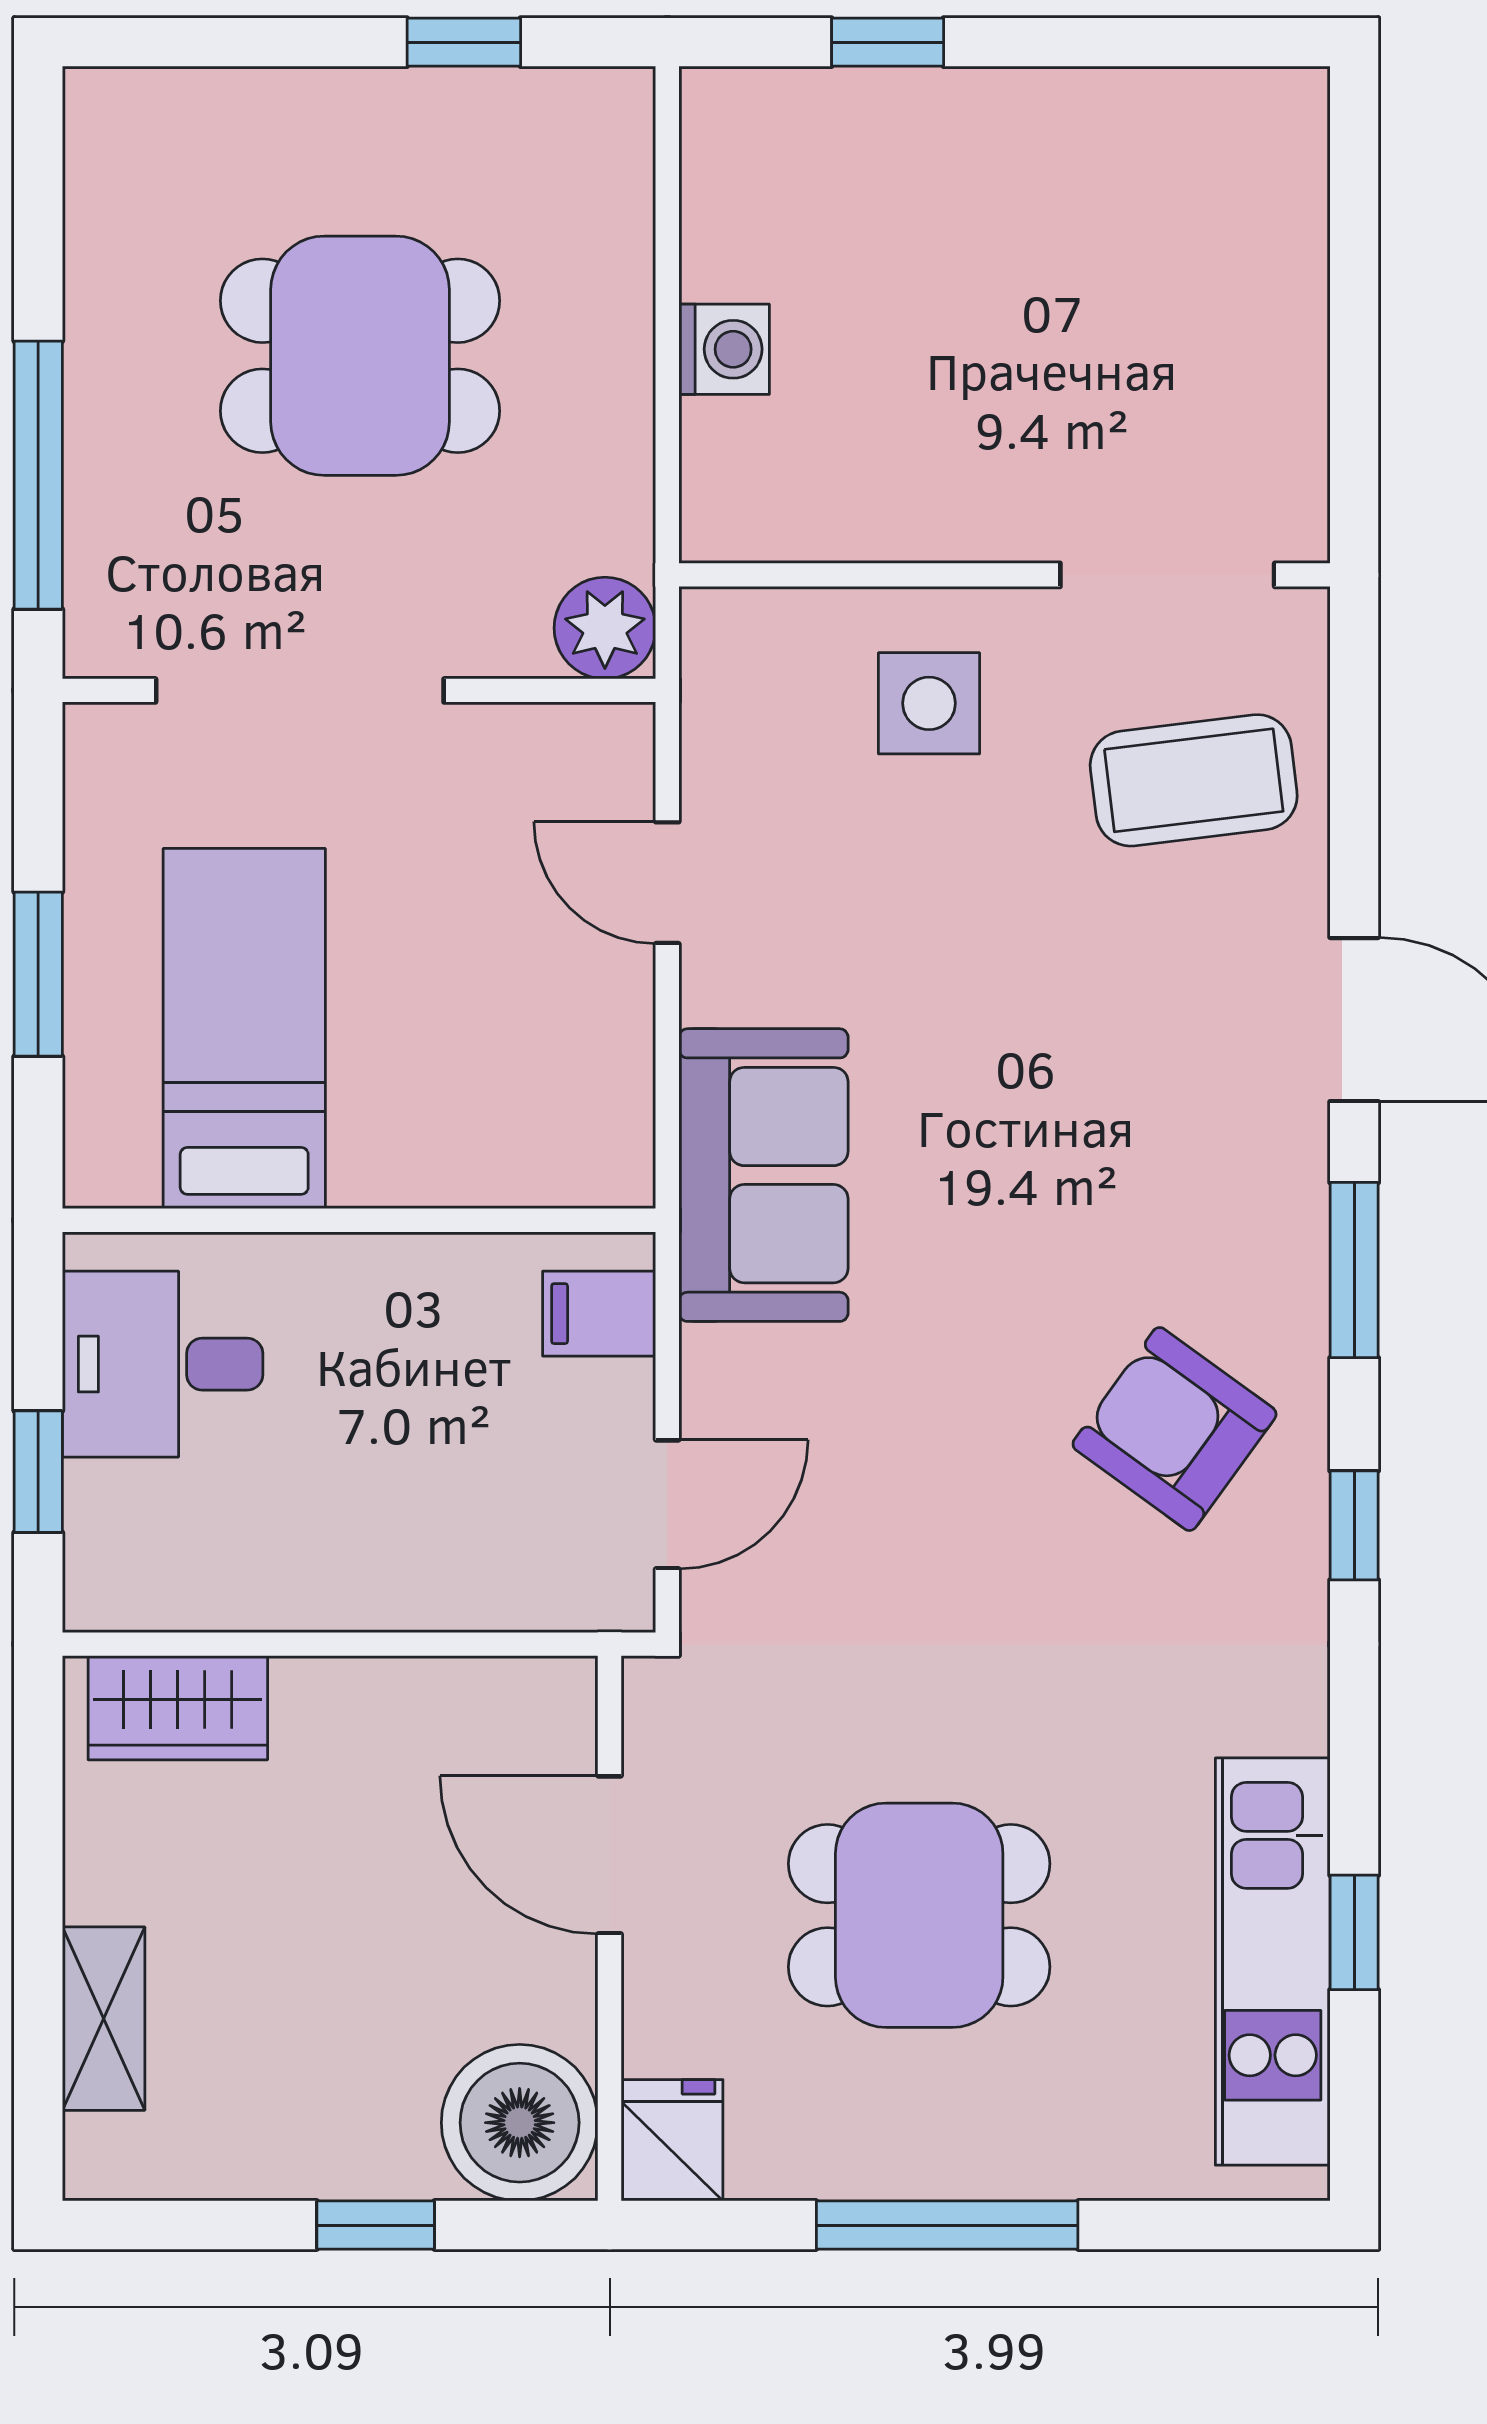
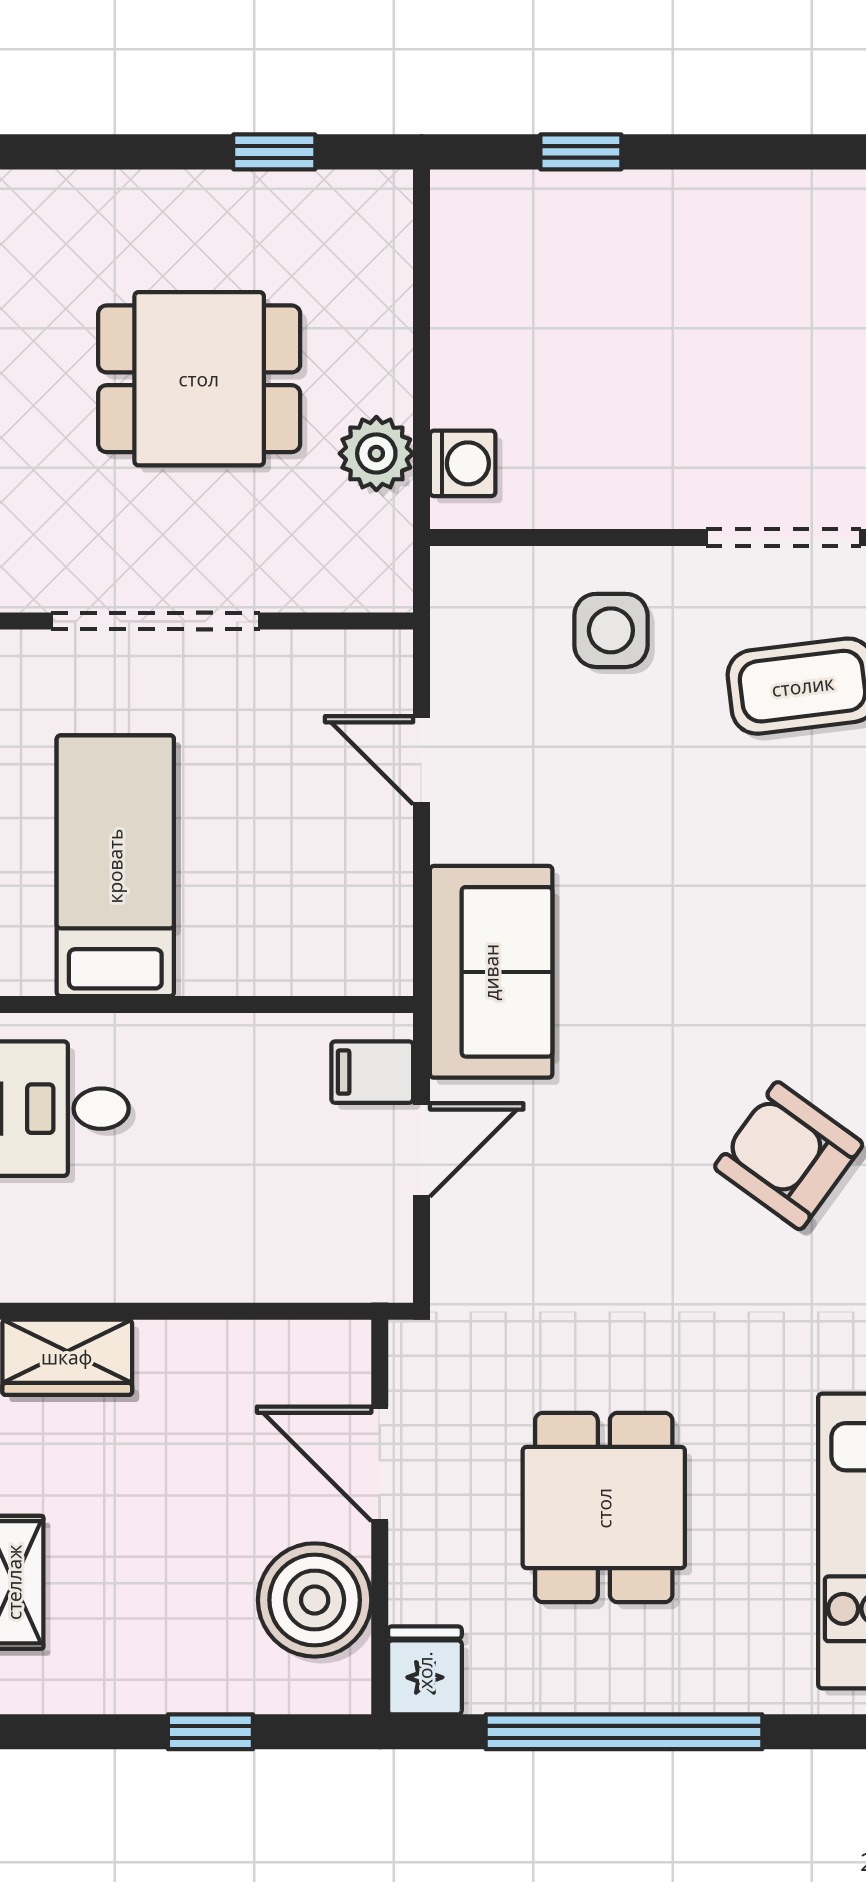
washing machine: (724, 349) -> (463, 463), moved
plant: (605, 628) -> (376, 453), moved
door: (667, 1504) -> (422, 1150), moved
dining table: (919, 1915) -> (604, 1508), turned 90
boiler: (520, 2123) -> (315, 1600), moved
window: (947, 2225) -> (624, 1732), width x1.46

